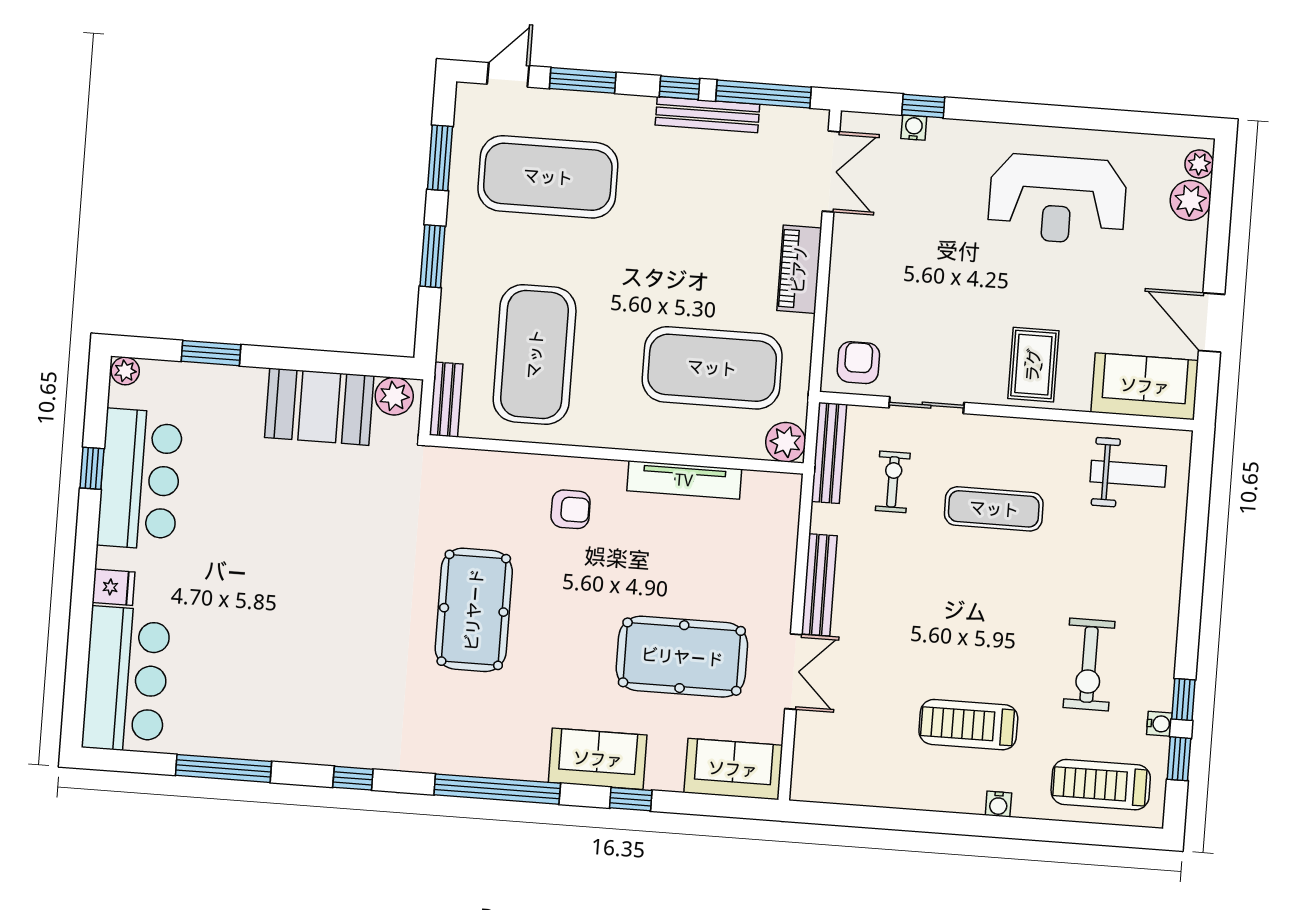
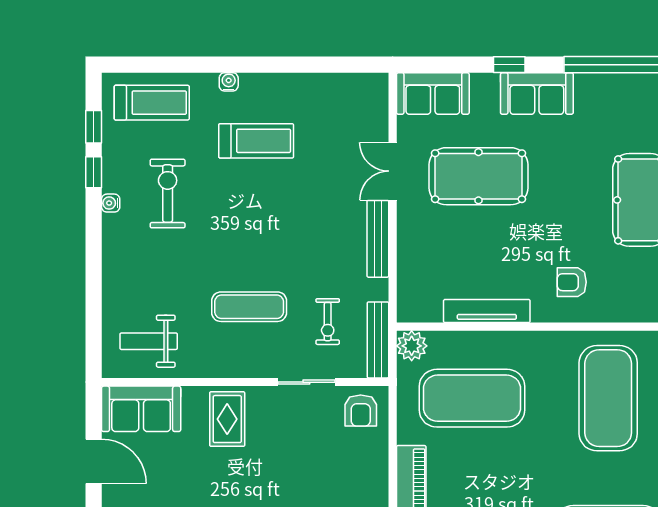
water cooler: (1159, 724) -> (111, 203), moved

